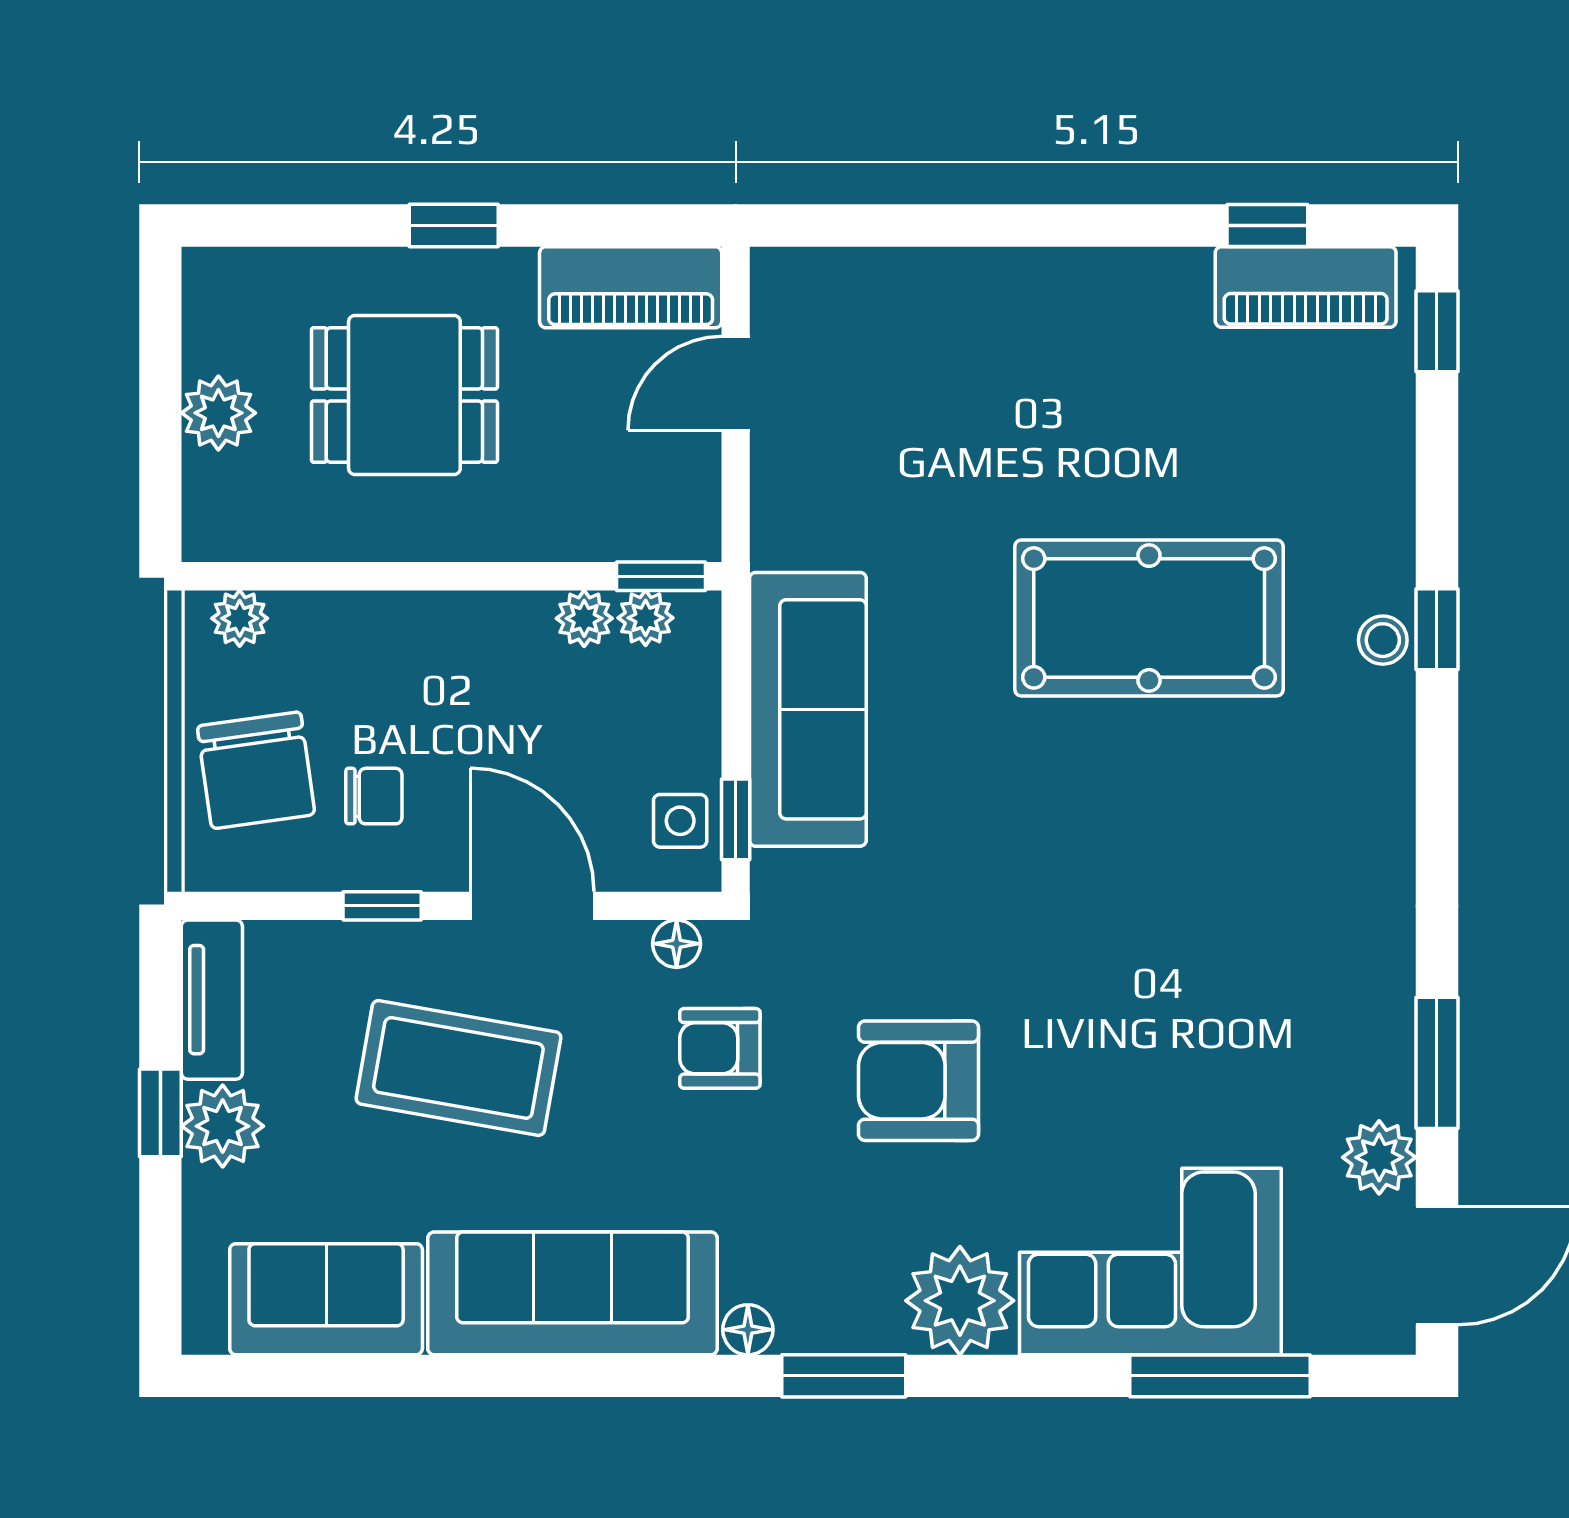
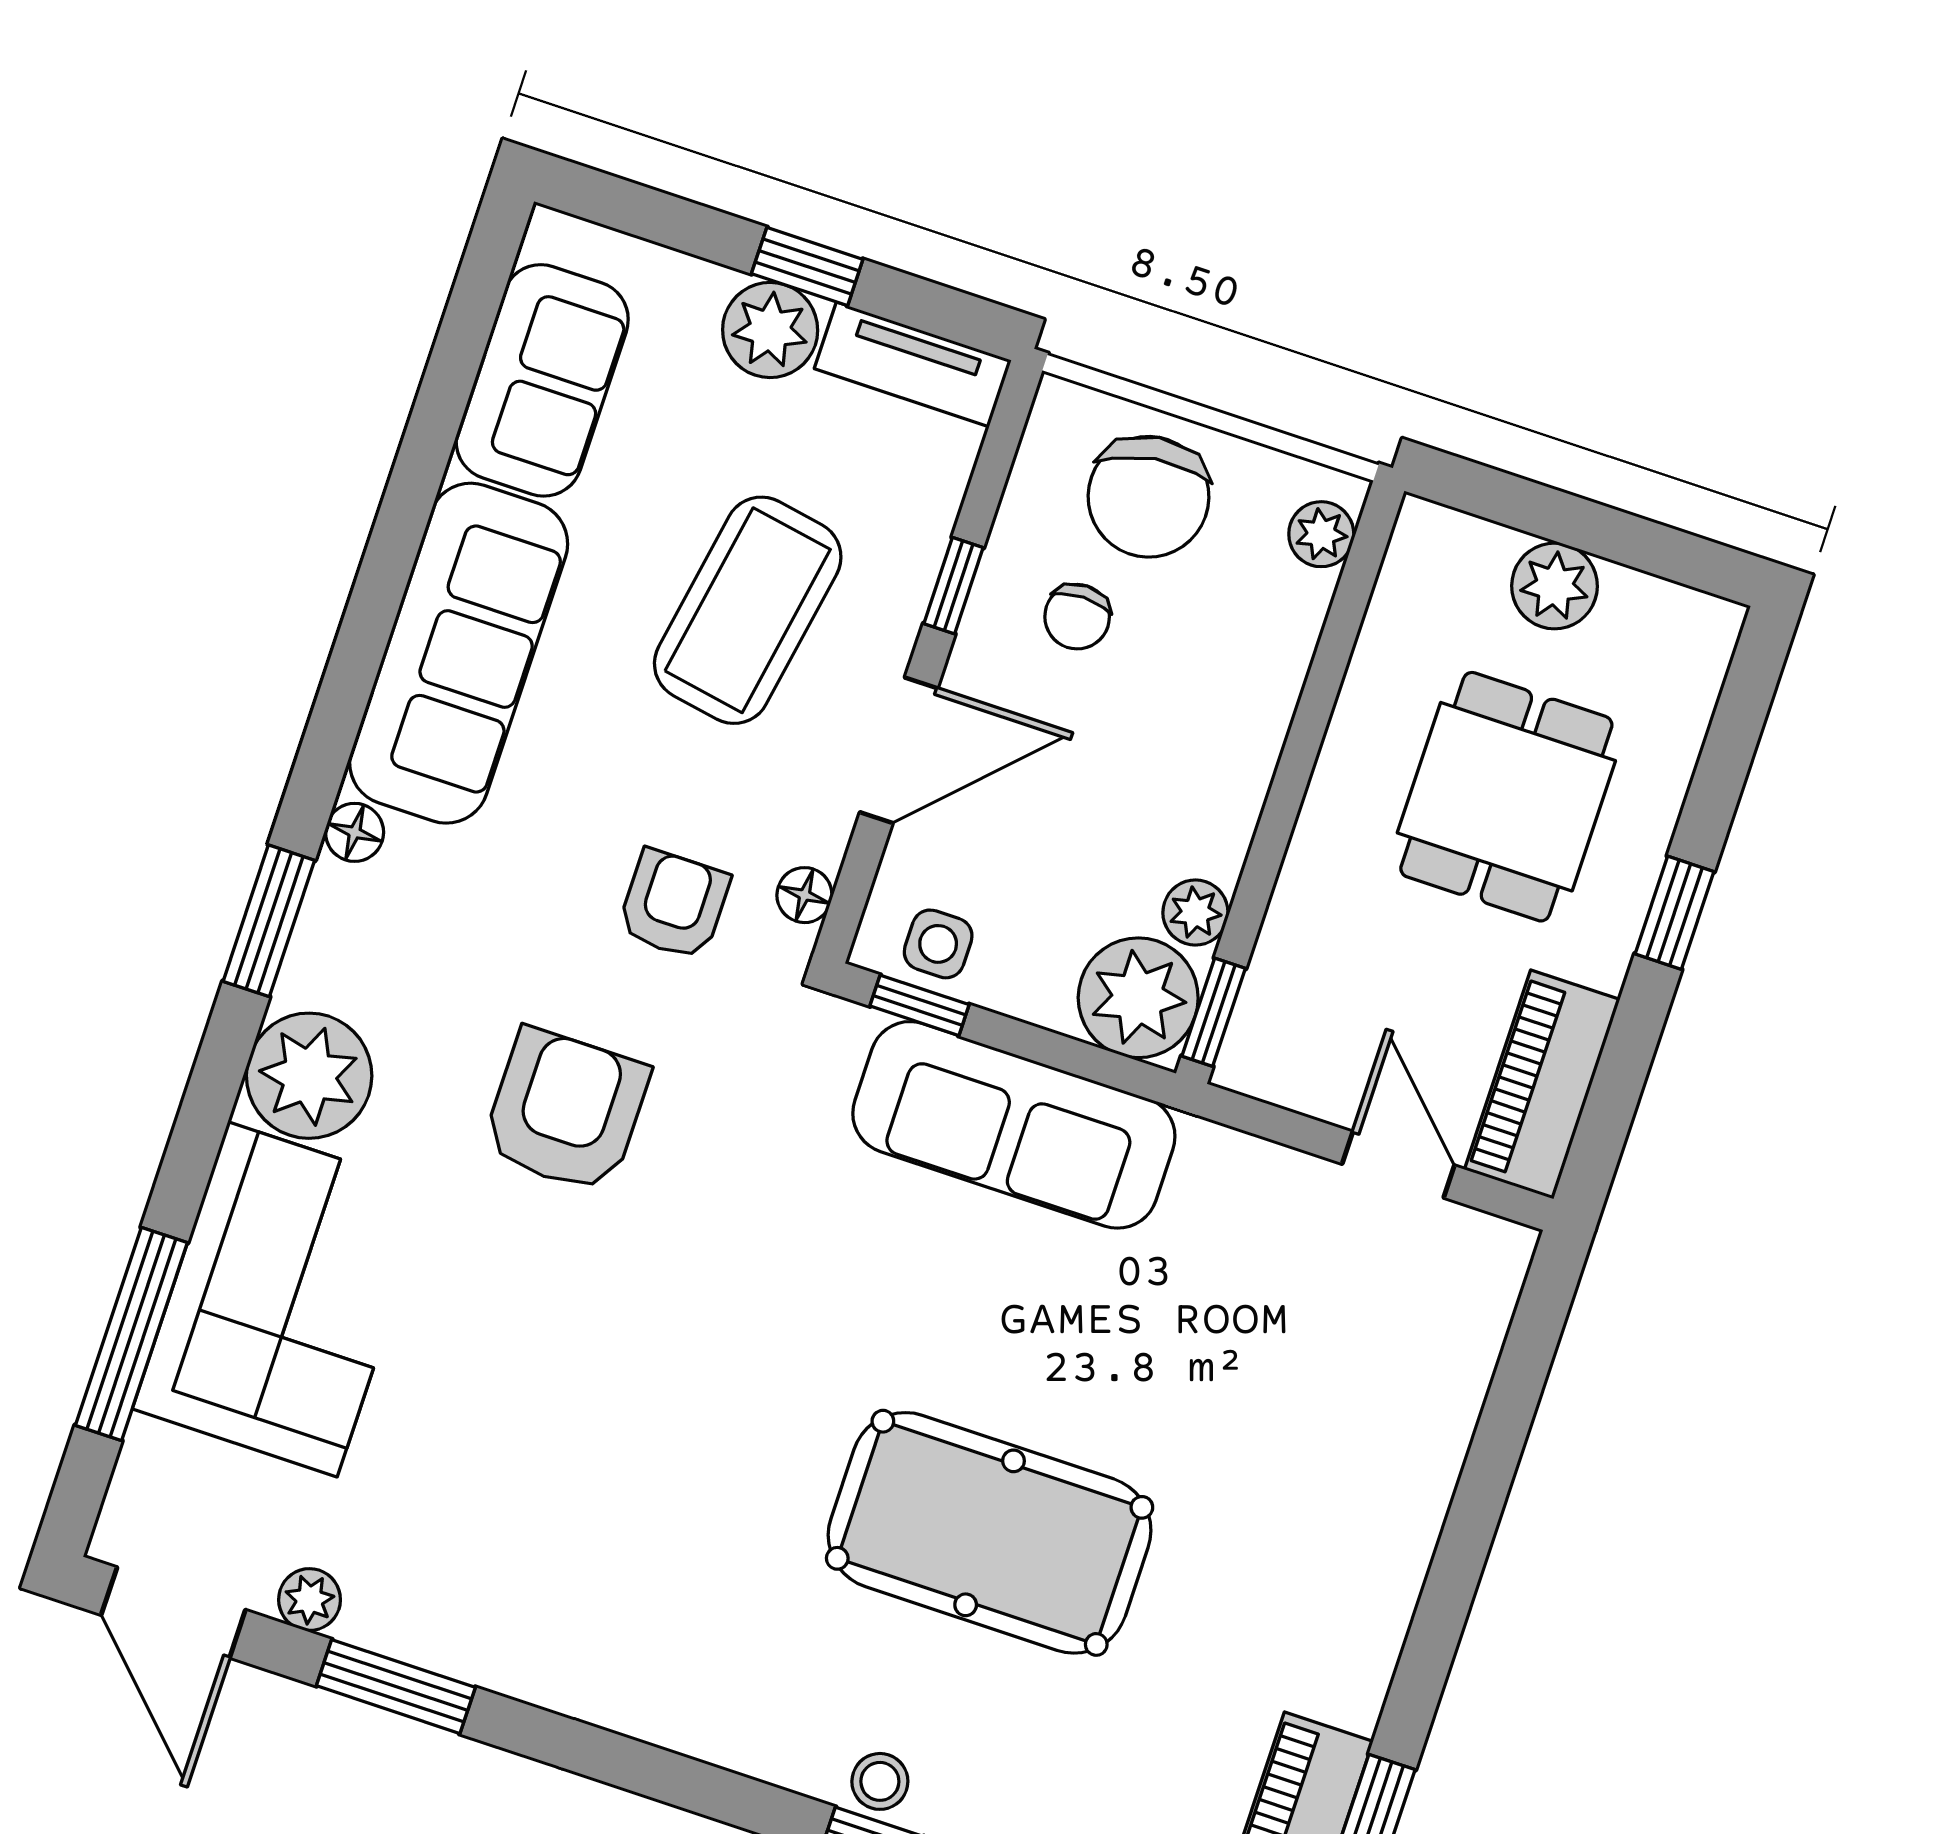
plant: (646, 618) -> (1138, 998), width x1.87, depth x1.87
pool table: (1149, 618) -> (990, 1533), turned 90
chair: (256, 770) -> (1149, 497), turned -90
plant: (1379, 1157) -> (310, 1600), width x0.73, depth x0.73

